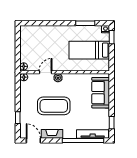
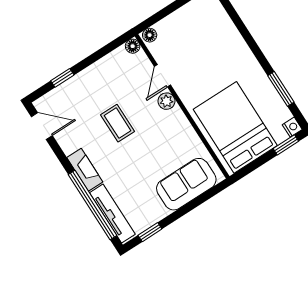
bed: (89, 50) -> (235, 127), width x1.50
door: (46, 72) -> (163, 76), swing flipped
coffee table: (54, 106) -> (118, 123), width x0.54, depth x0.58
fireplace: (52, 134) -> (85, 170), moved
door: (33, 140) -> (42, 126), hinge flipped

